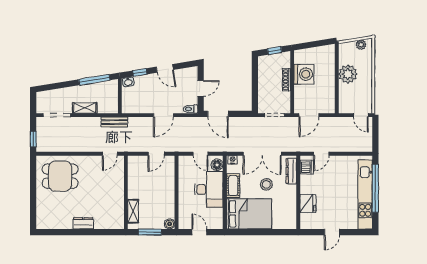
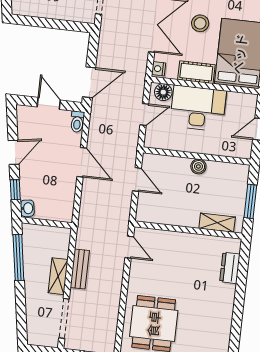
bench: (114, 122) -> (80, 269), moved
dresser: (83, 223) -> (230, 268), moved
boiler: (170, 224) -> (198, 166), moved

